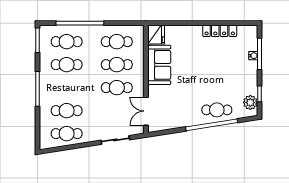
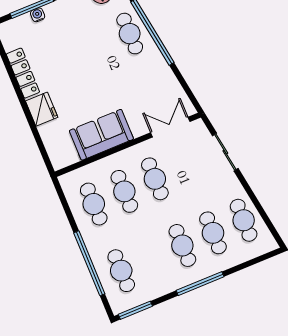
fridge: (156, 35) -> (42, 109), moved, turned 90
cafe table: (67, 65) -> (182, 245), moved
double door: (146, 111) -> (170, 127), swing flipped

